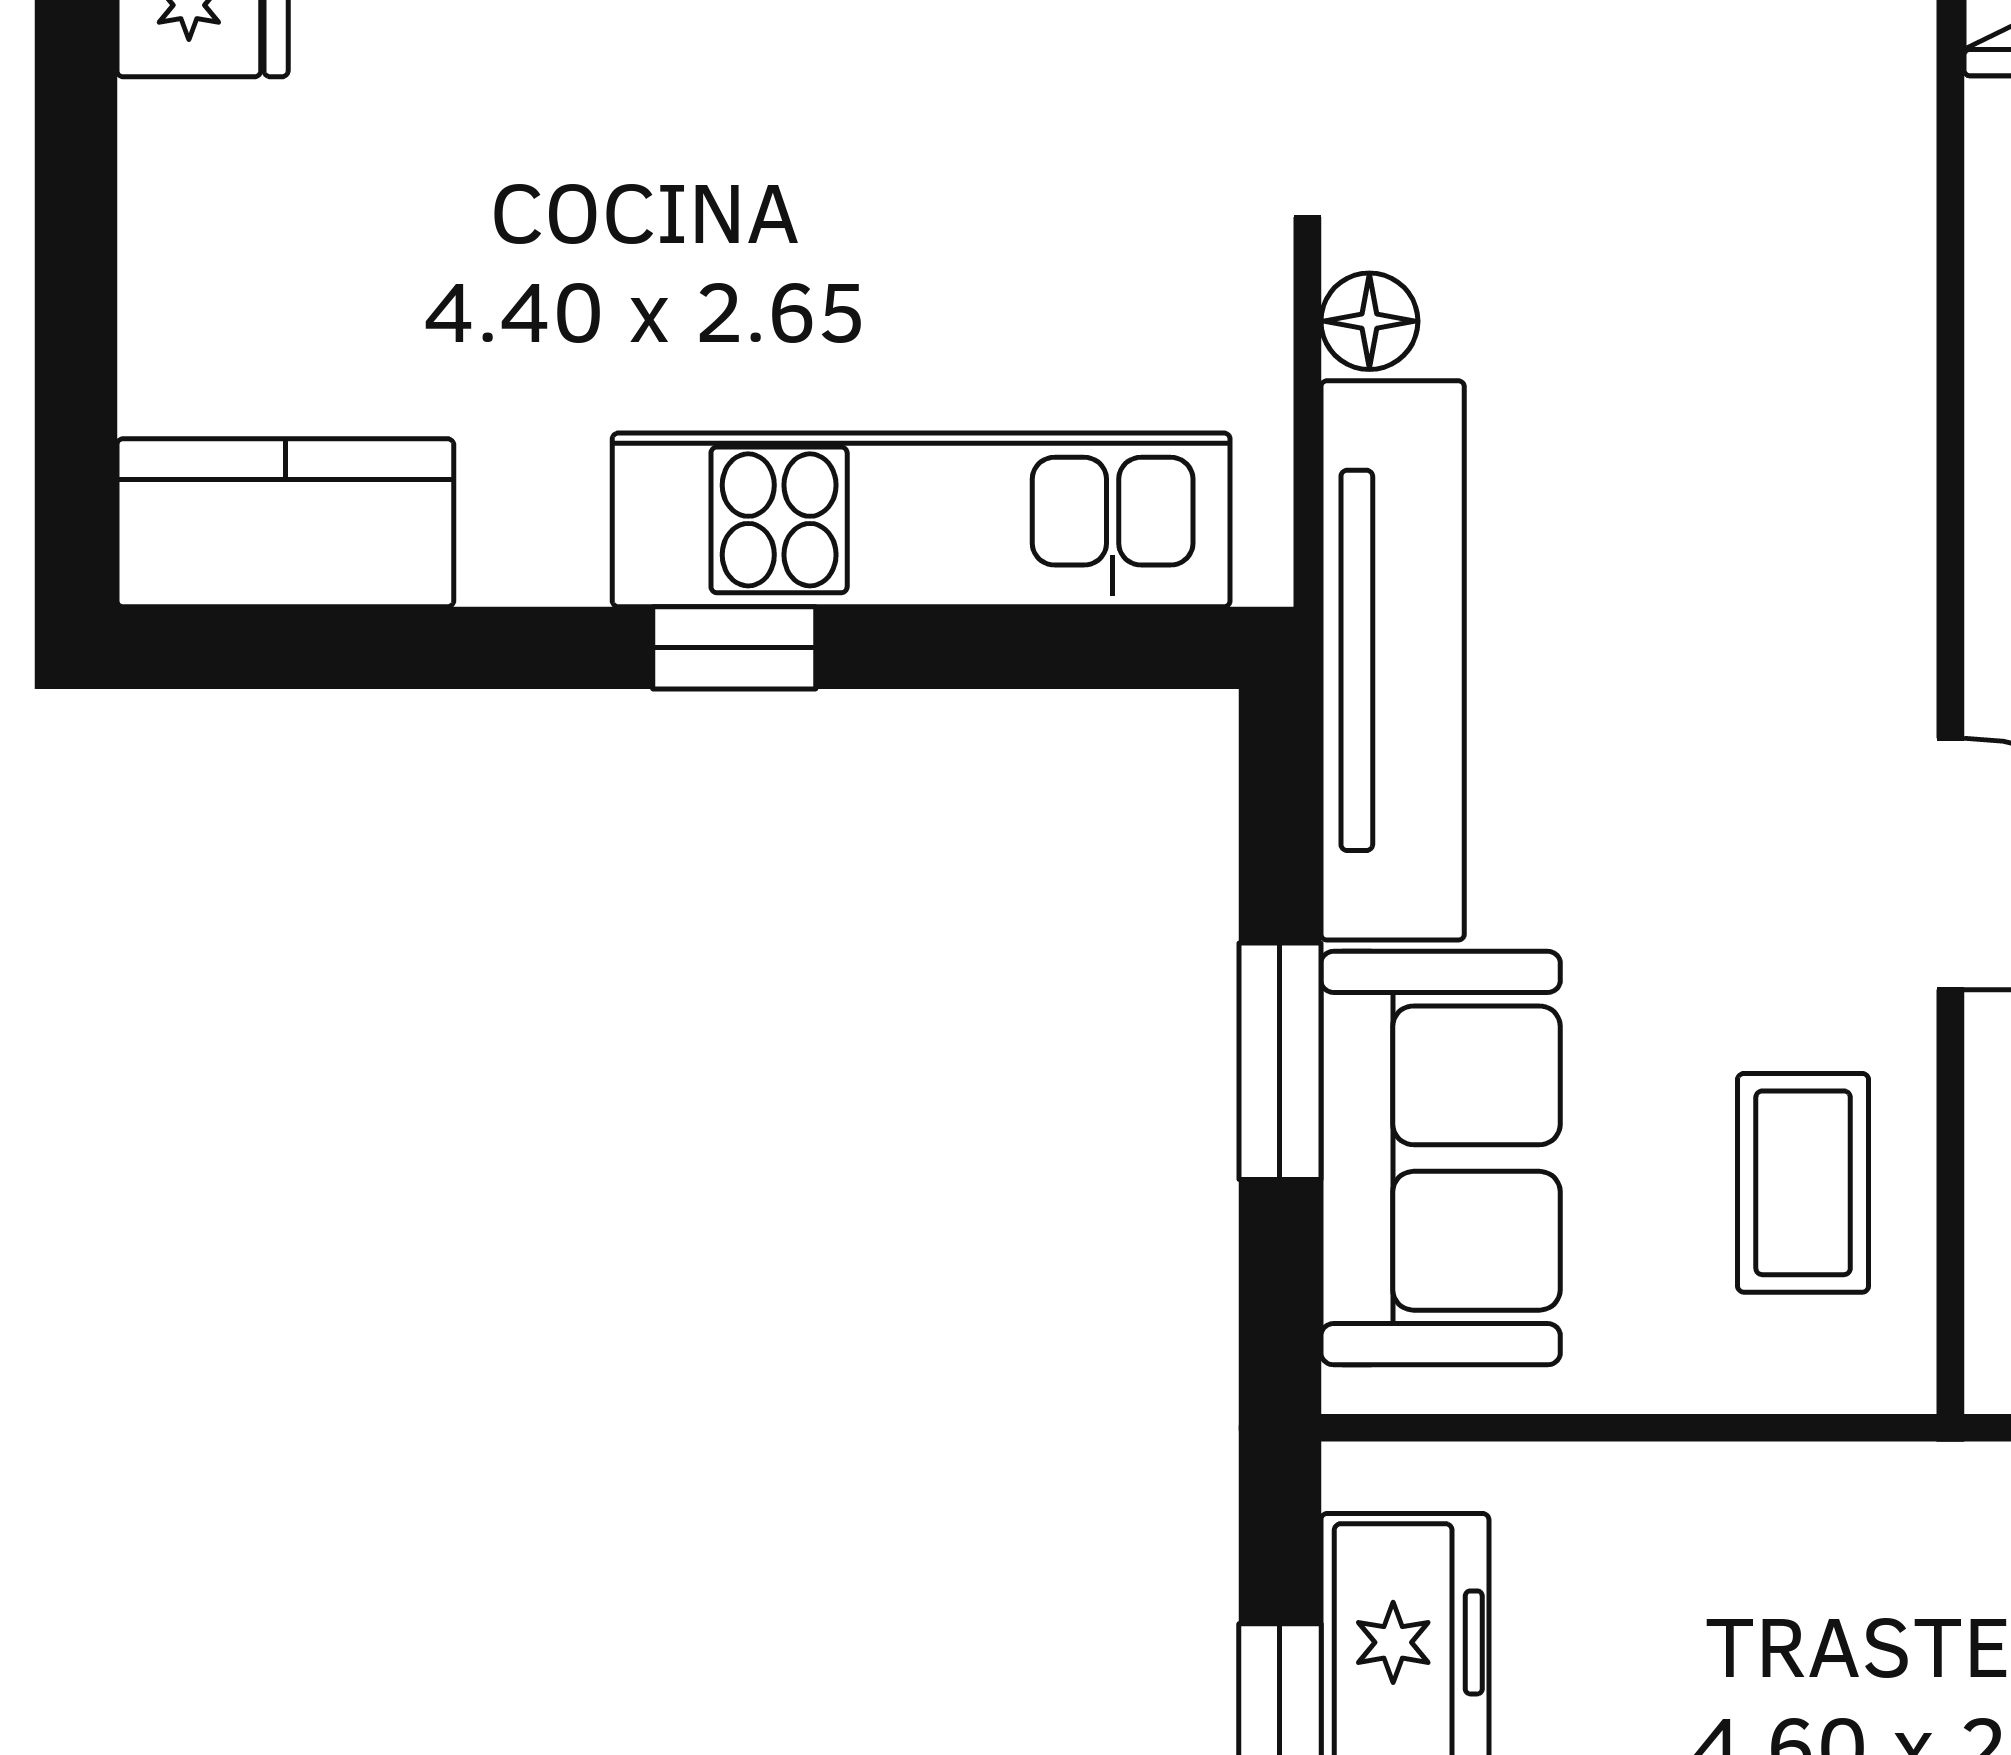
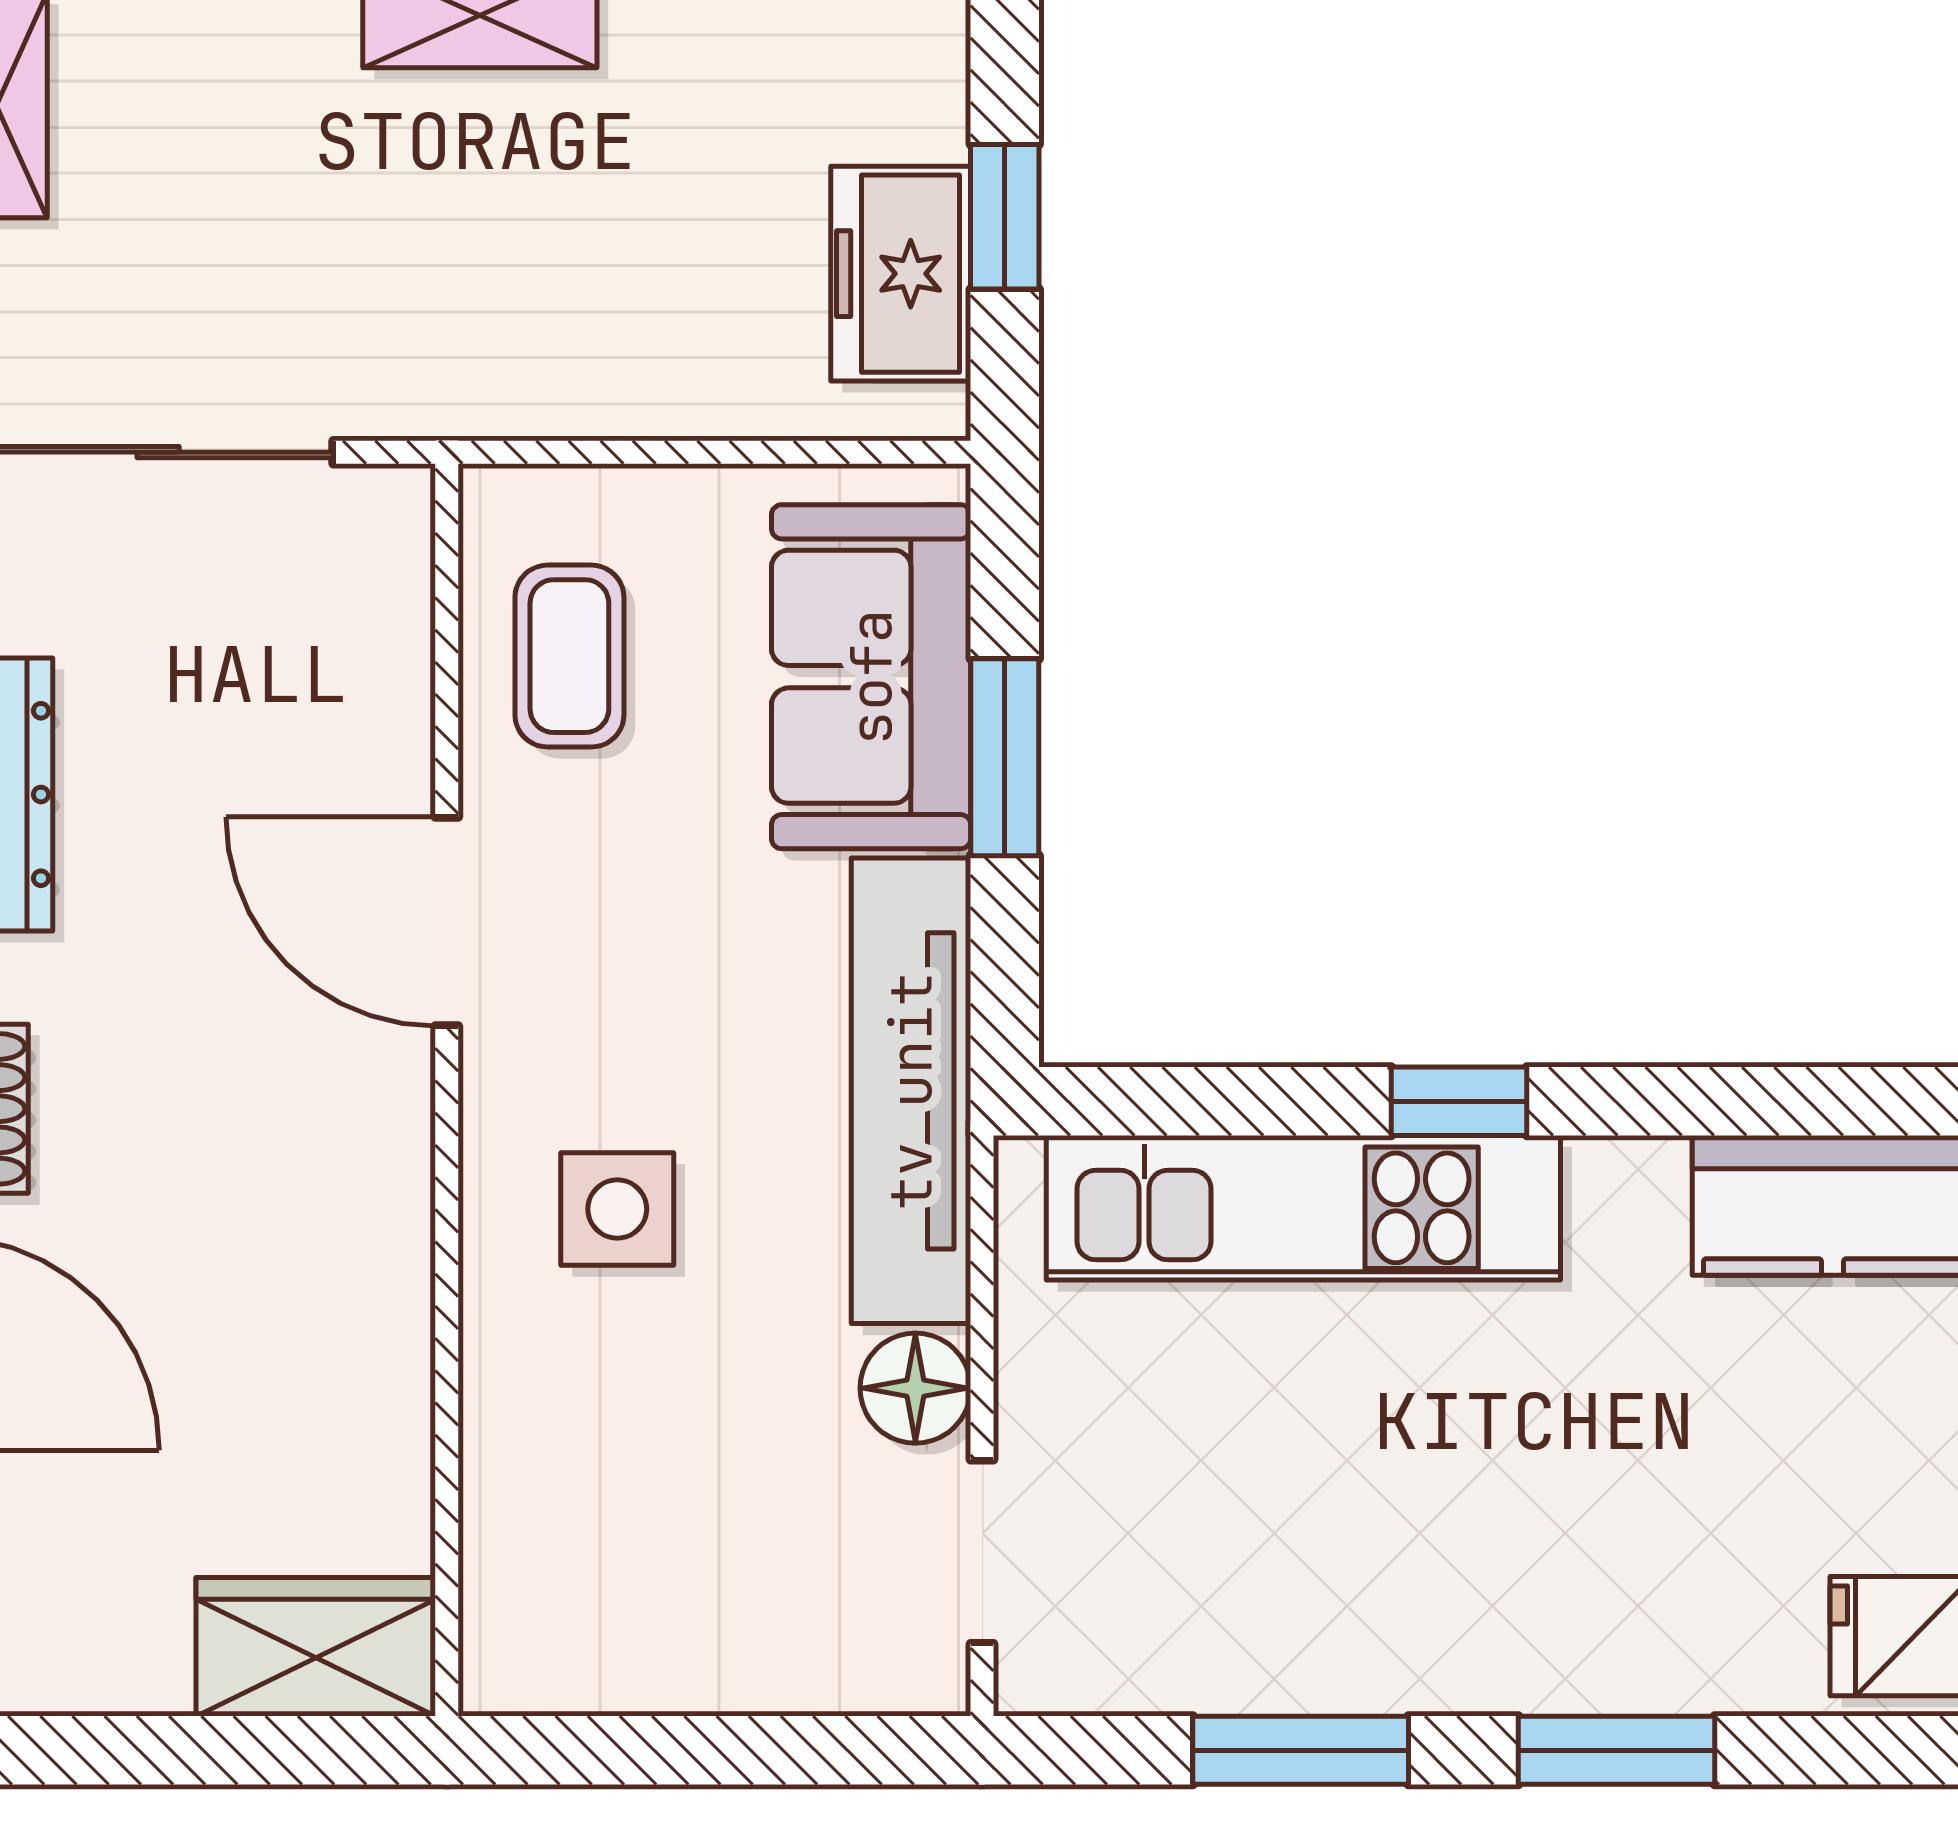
floor lamp: (1369, 321) -> (915, 1388), width x1.37, depth x1.37
side table: (1746, 518) -> (617, 1209), added

